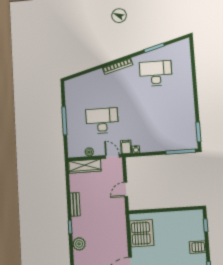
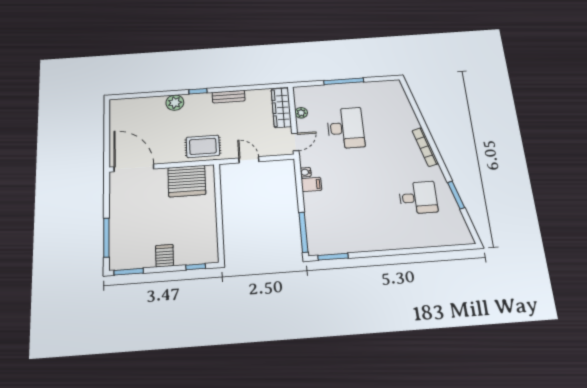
desk: (156, 73) -> (418, 198), width x0.73
filing cabinet: (126, 147) -> (311, 184), moved
rug: (115, 222) -> (203, 146), added

